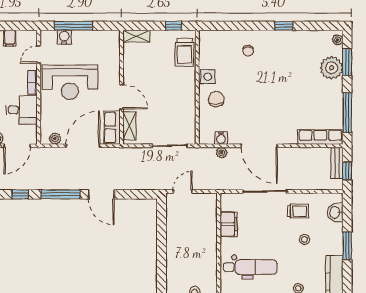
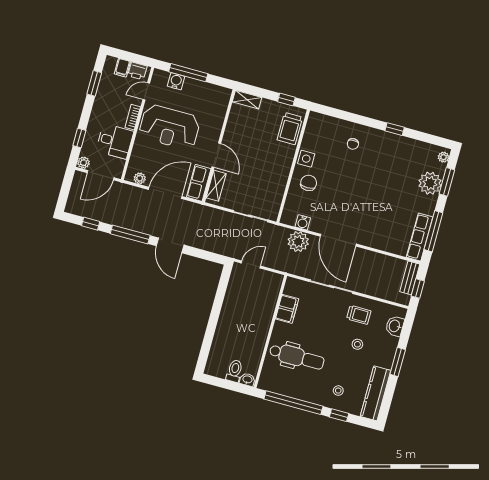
printer: (25, 37) -> (137, 71), added
row of seats: (320, 137) -> (420, 237), moved, turned -90
plant: (222, 153) -> (298, 242), width x1.87, depth x1.87

